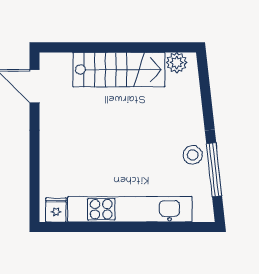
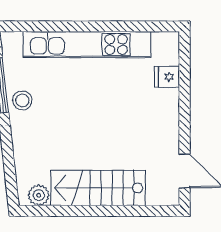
fridge: (56, 210) -> (167, 77), moved, turned 90

